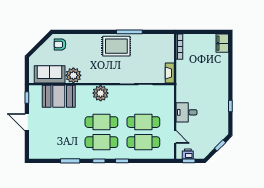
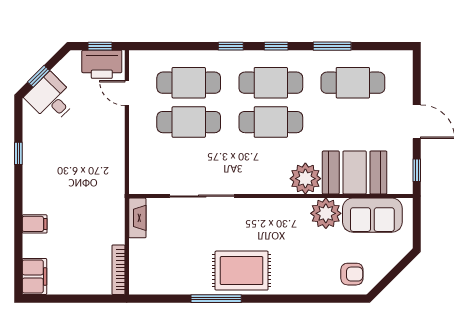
filing cabinet: (222, 70) -> (35, 224), added
plant: (101, 93) -> (305, 179), moved
desk: (186, 112) -> (51, 98), moved, turned -135
cafe table: (60, 142) -> (353, 83), added
printer: (188, 154) -> (102, 64), width x1.87, depth x1.48

